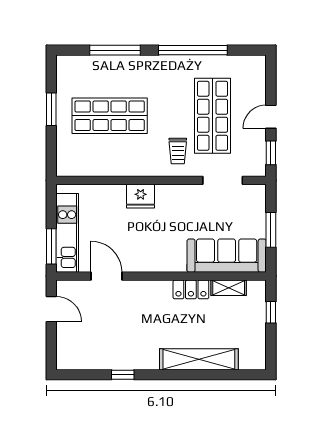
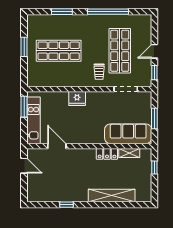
window: (115, 50) -> (62, 12), width x0.69
window: (51, 246) -> (24, 107), moved

